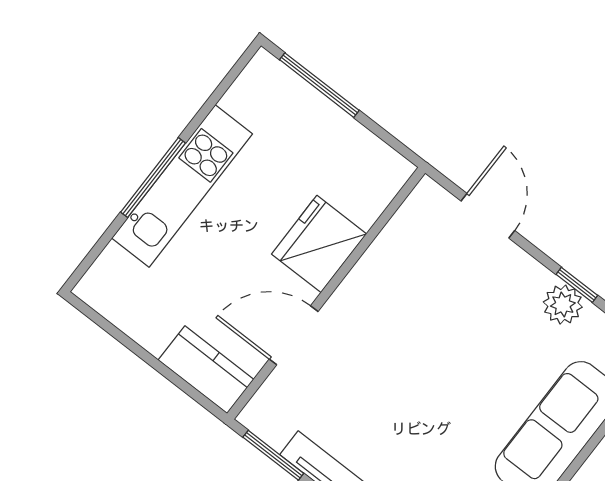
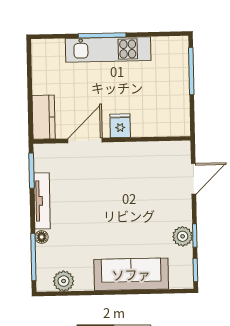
fridge: (319, 244) -> (120, 126), width x0.53, depth x0.75
door: (294, 335) -> (85, 141), hinge flipped

